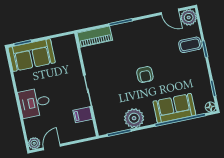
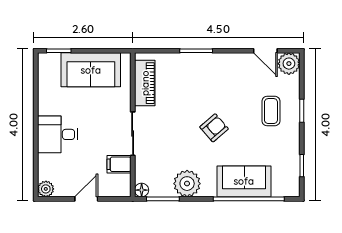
piano: (95, 37) -> (145, 83), moved, turned -90
coffee table: (190, 45) -> (271, 111), moved, turned 90
sofa: (32, 55) -> (91, 70), moved
armchair: (145, 75) -> (214, 128), turned -131
floor lamp: (210, 107) -> (142, 190), moved
door: (52, 147) -> (86, 199), moved

